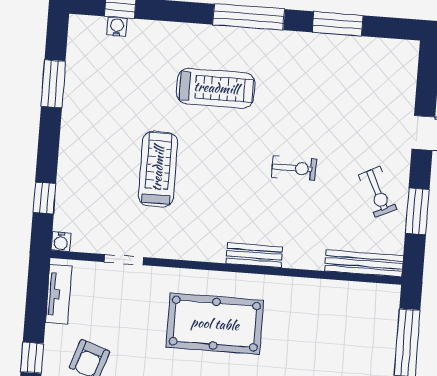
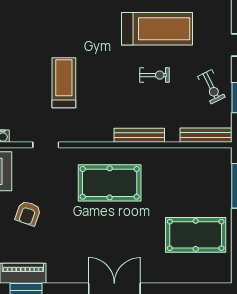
treadmill: (216, 88) -> (157, 29), moved, width x1.37, depth x1.38
bench: (254, 255) -> (139, 135), width x1.36

